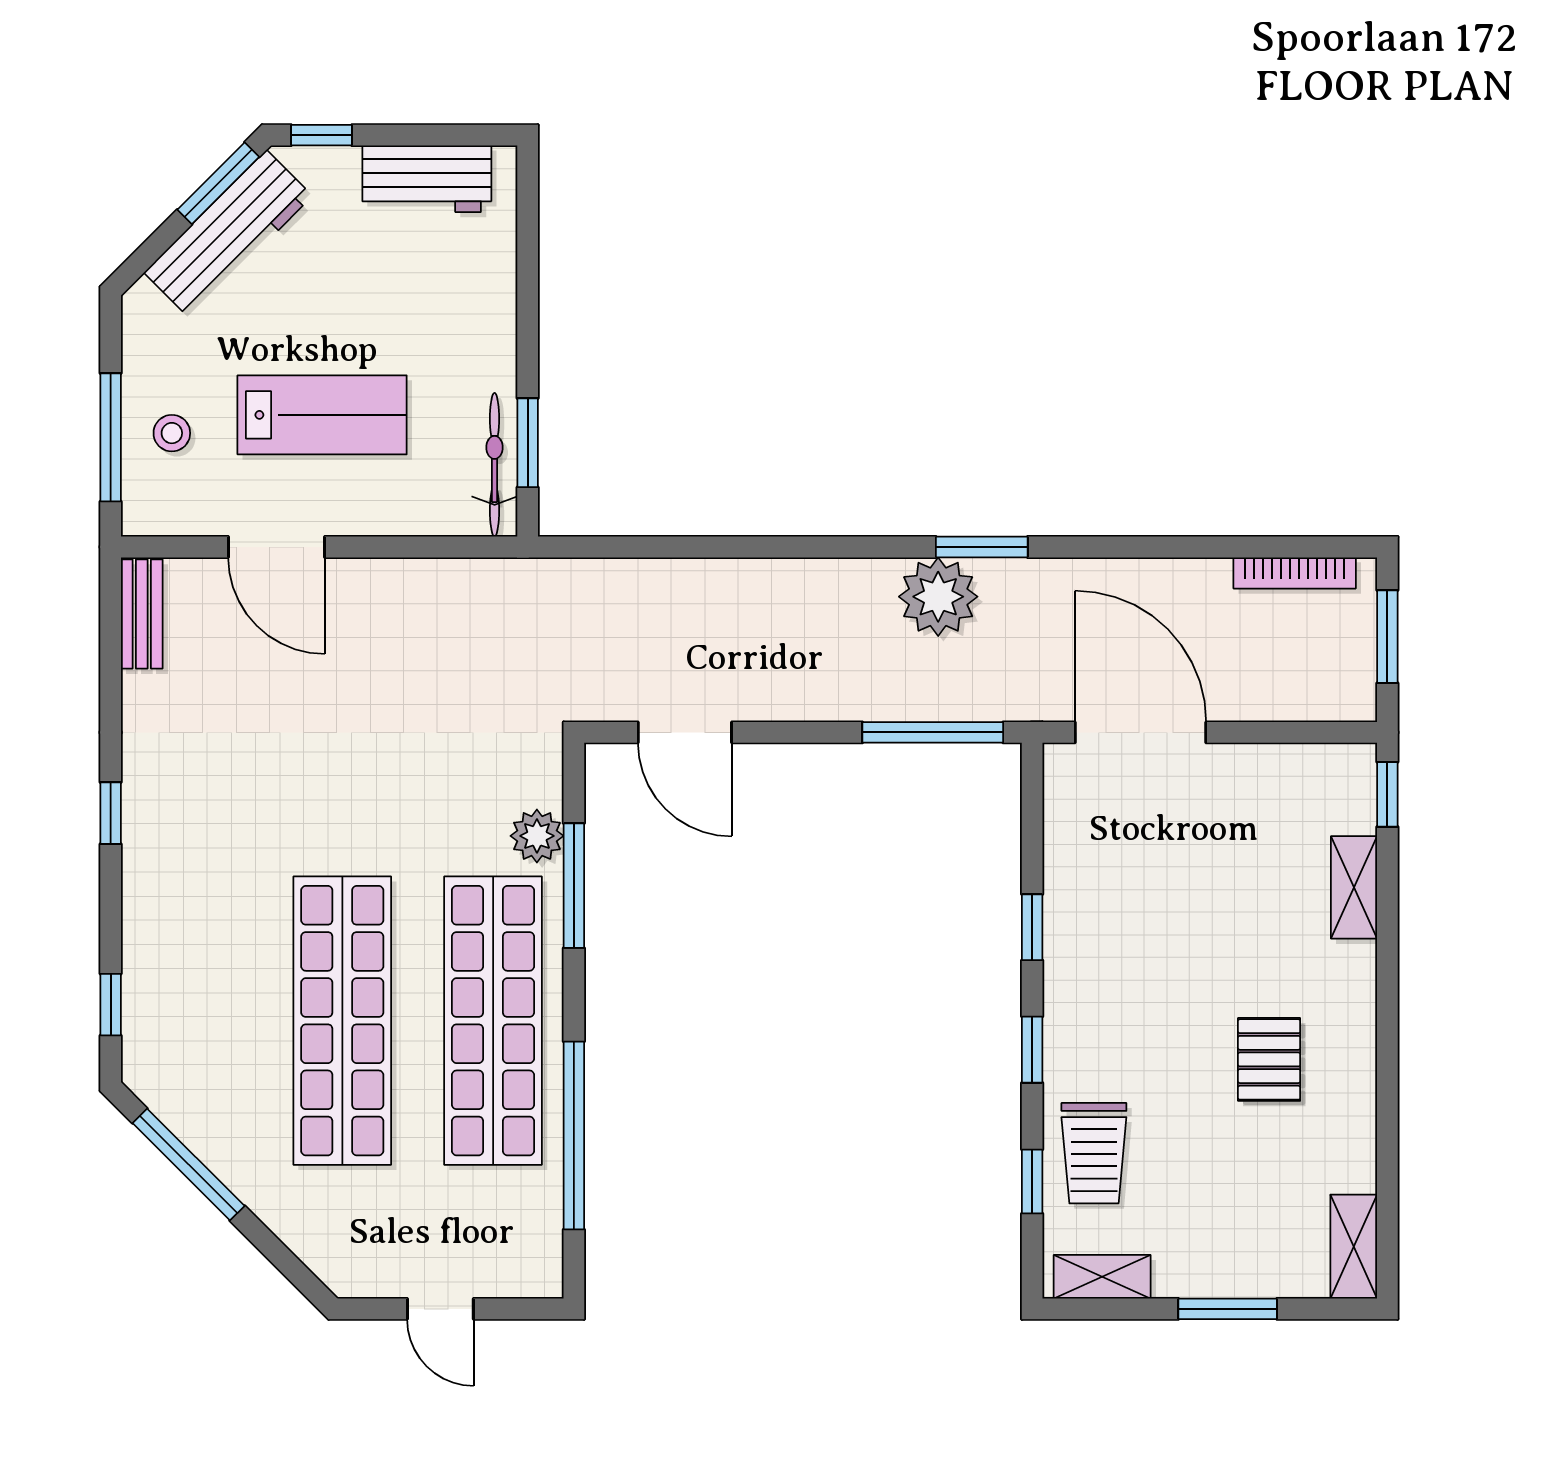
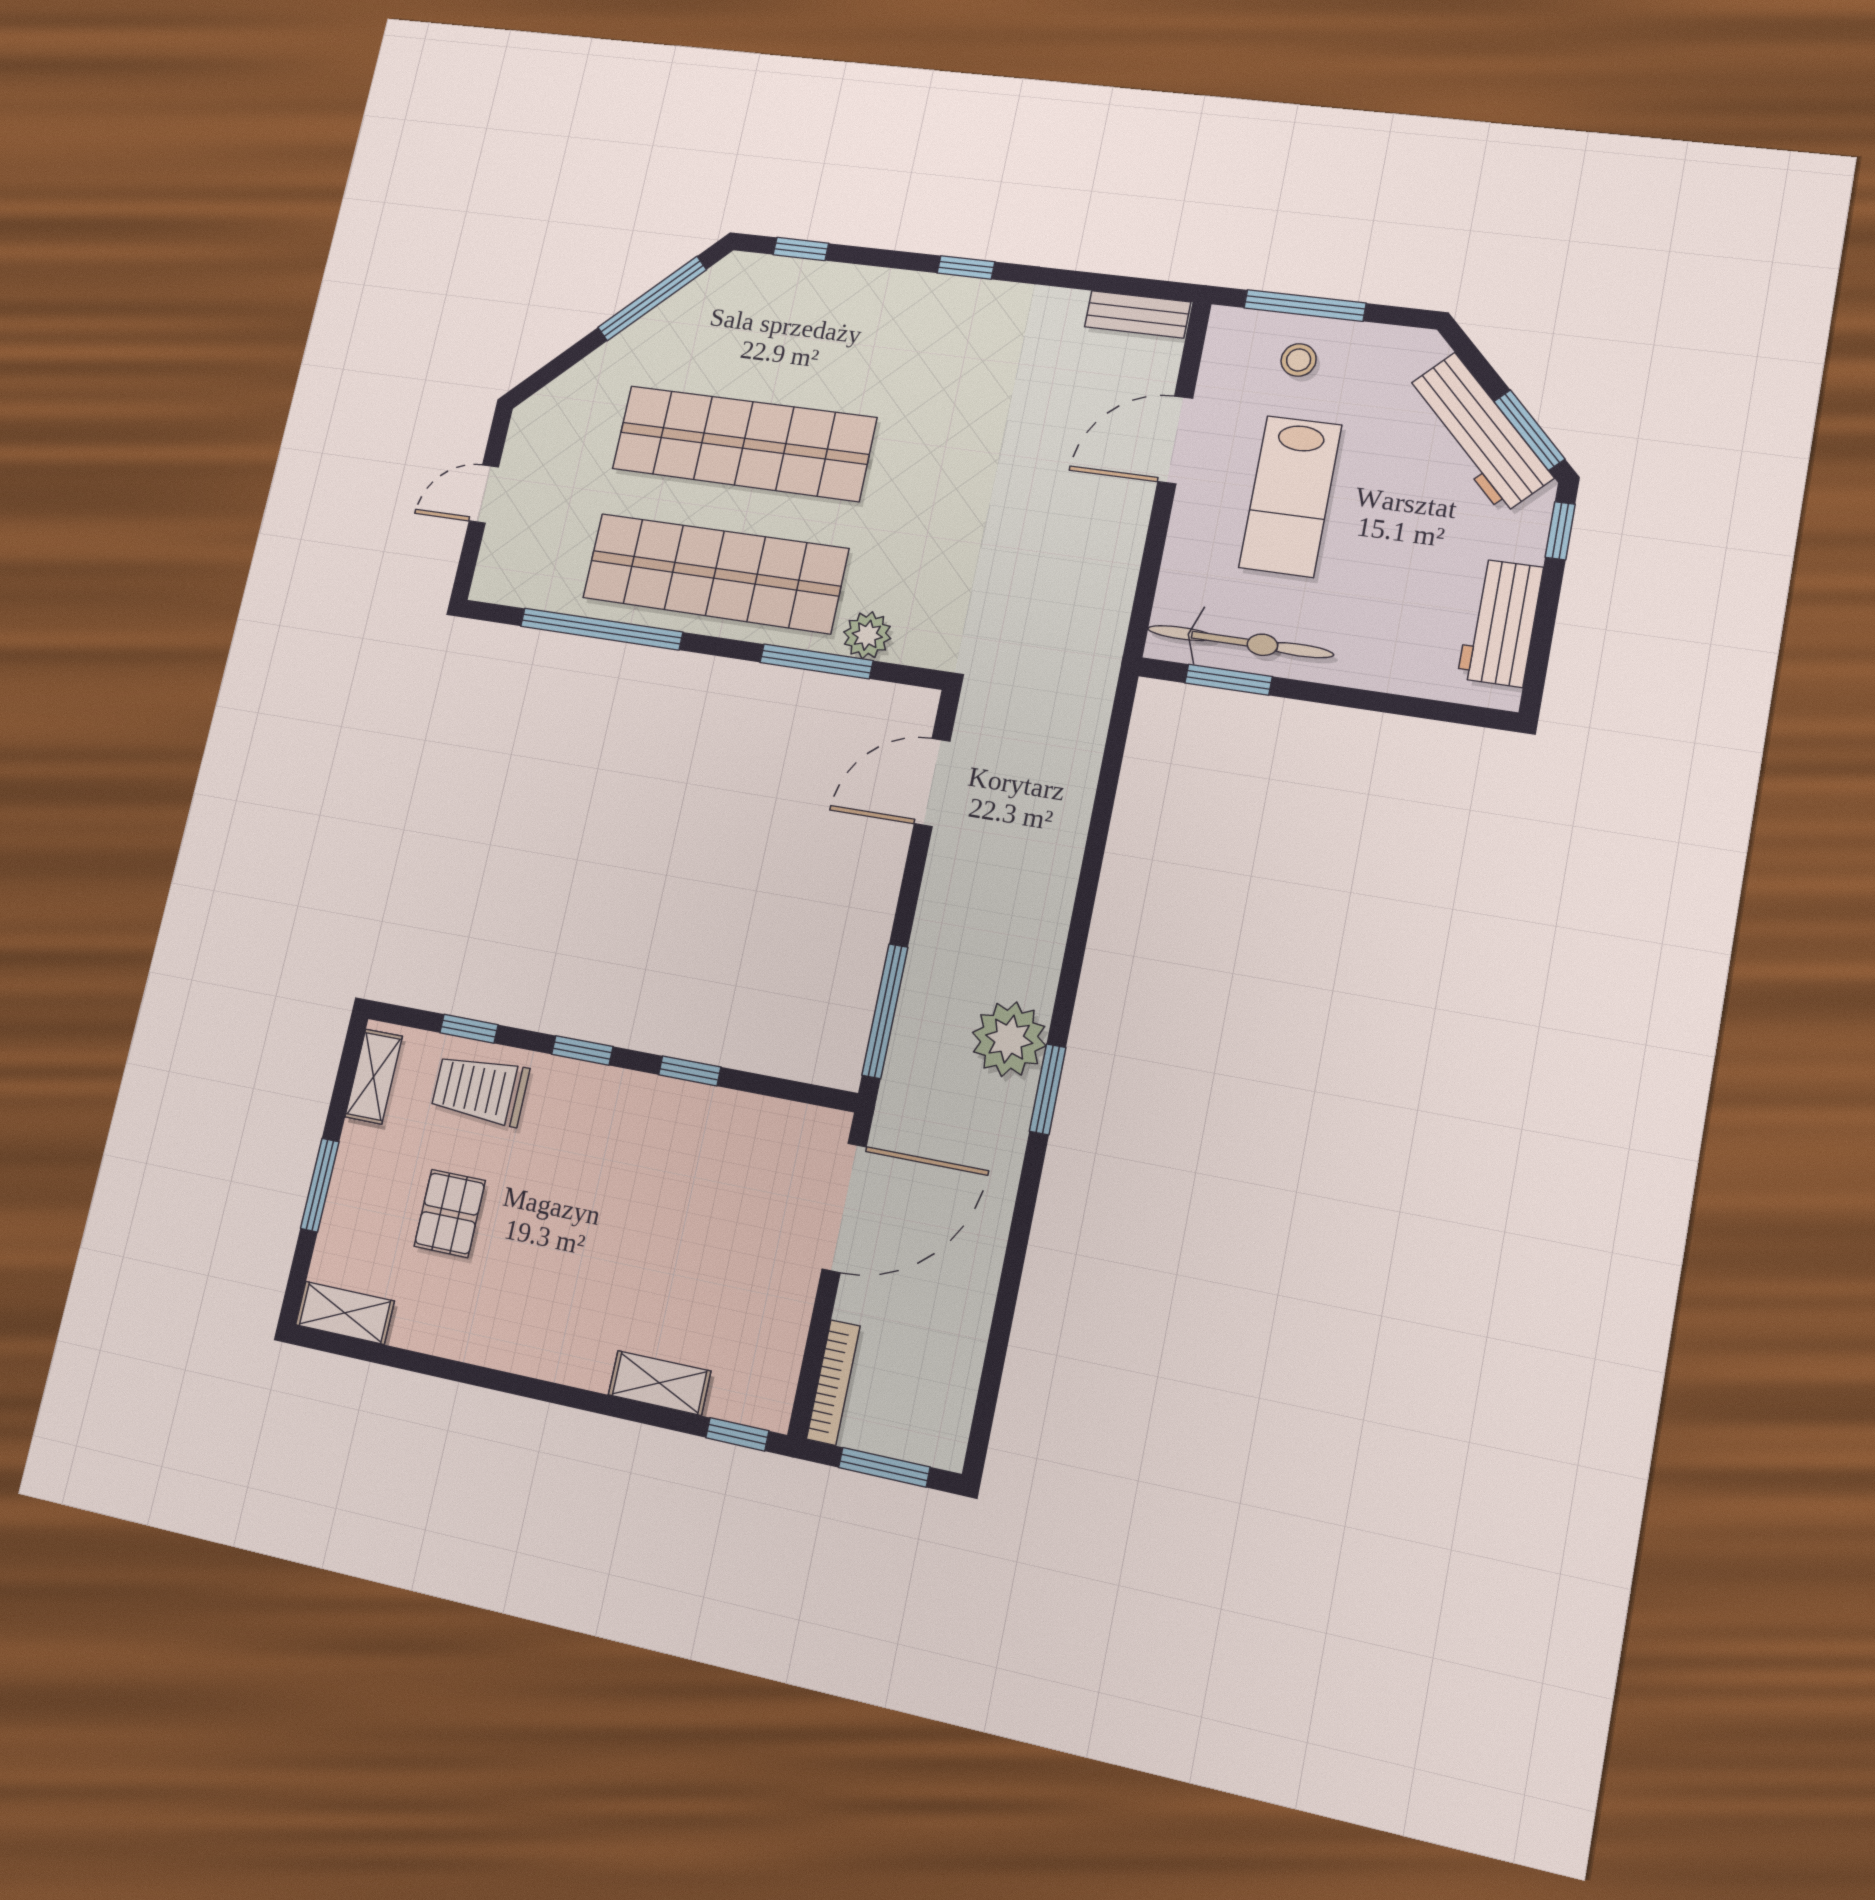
bicycle: (495, 465) -> (1240, 642), width x1.37, depth x1.40
bookcase: (1295, 573) -> (833, 1382), moved, turned 180
pallet: (1269, 1059) -> (450, 1213), moved, turned 90

